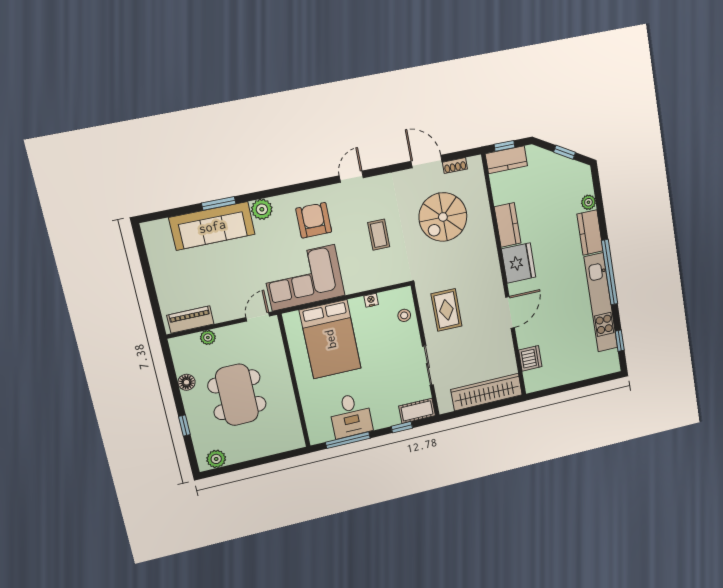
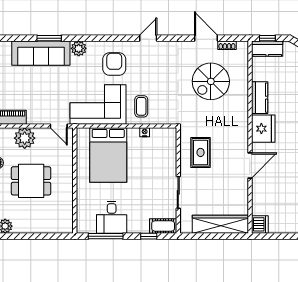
coffee table: (379, 235) -> (141, 106), moved
stool: (404, 315) -> (167, 149), removed
door: (258, 317) -> (59, 126), swing flipped
plant: (208, 337) -> (25, 138), width x1.88, depth x1.88
dishwasher: (530, 358) -> (260, 224), moved
dining table: (237, 395) -> (31, 181), width x0.73

